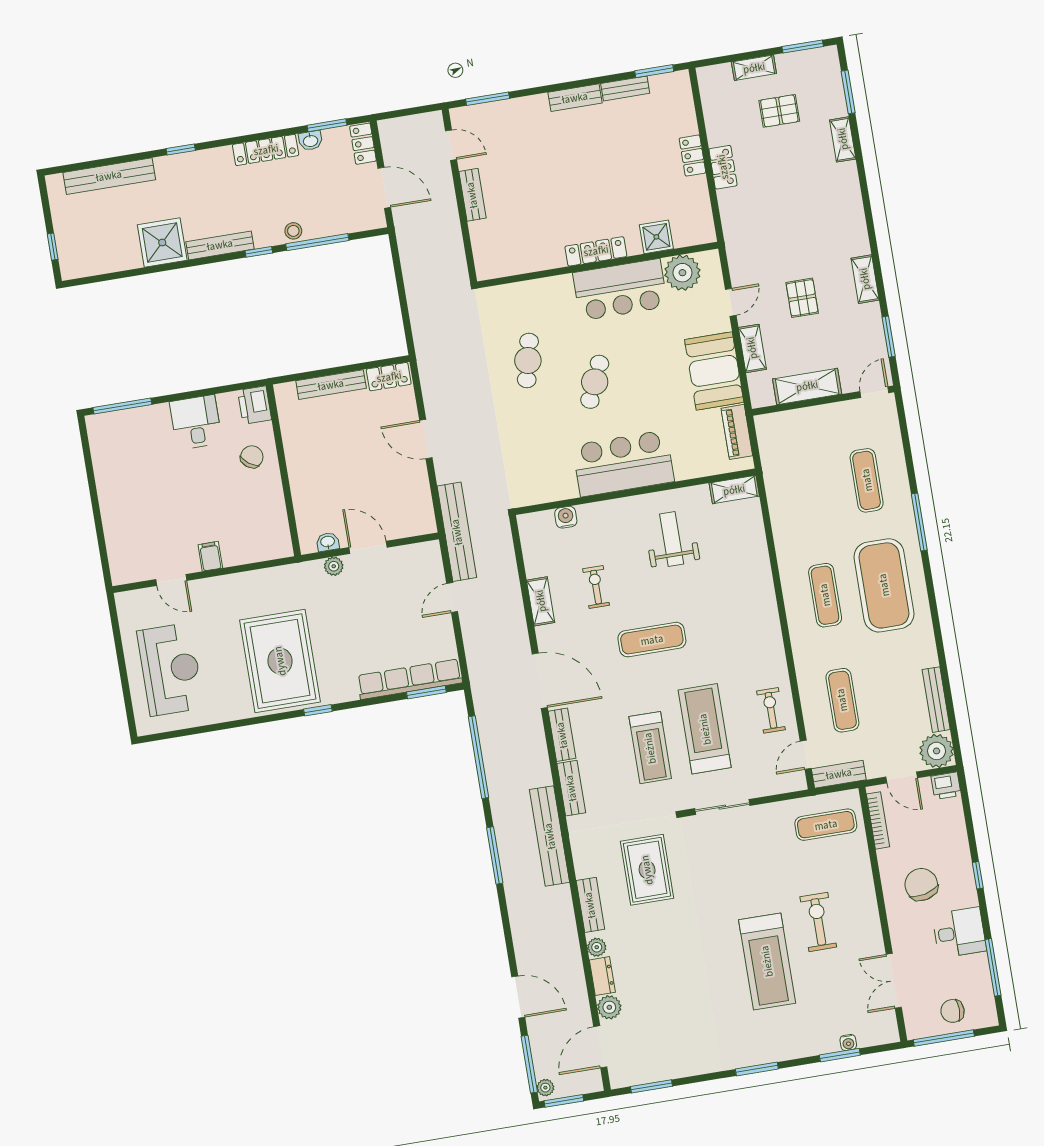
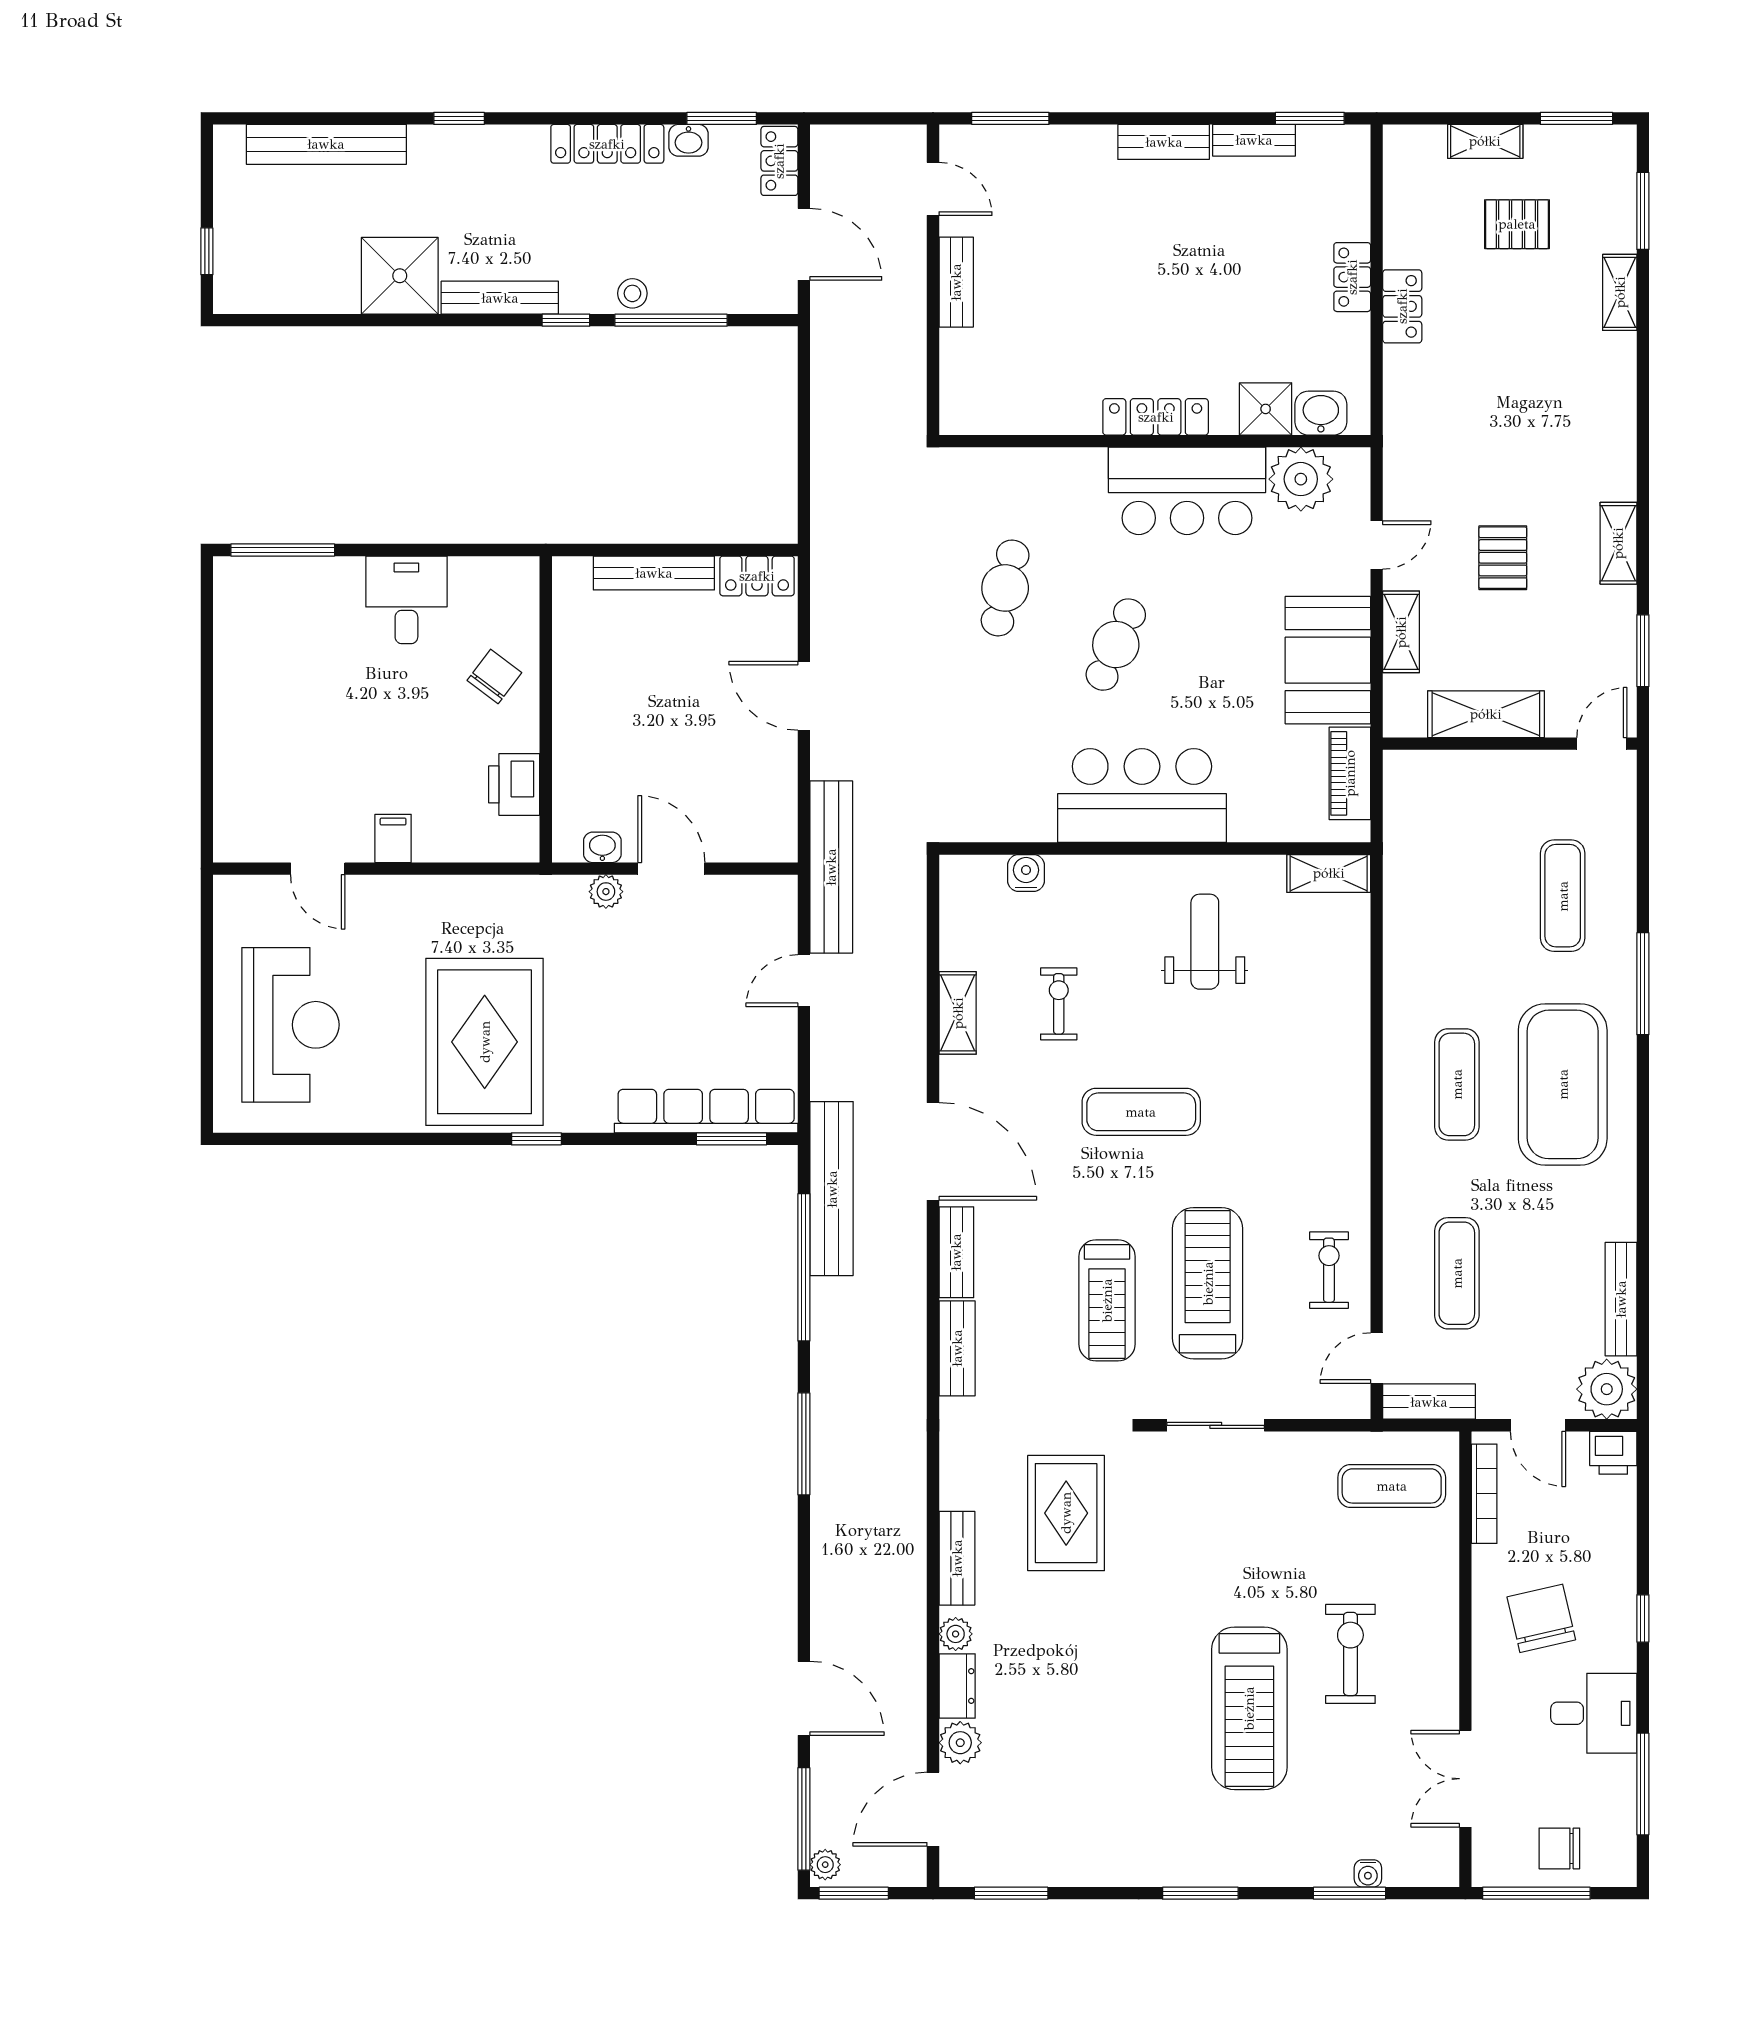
washbasin: (688, 234) -> (1321, 413), added
printer: (255, 405) -> (514, 784), moved
bench: (550, 836) -> (832, 1189), moved

